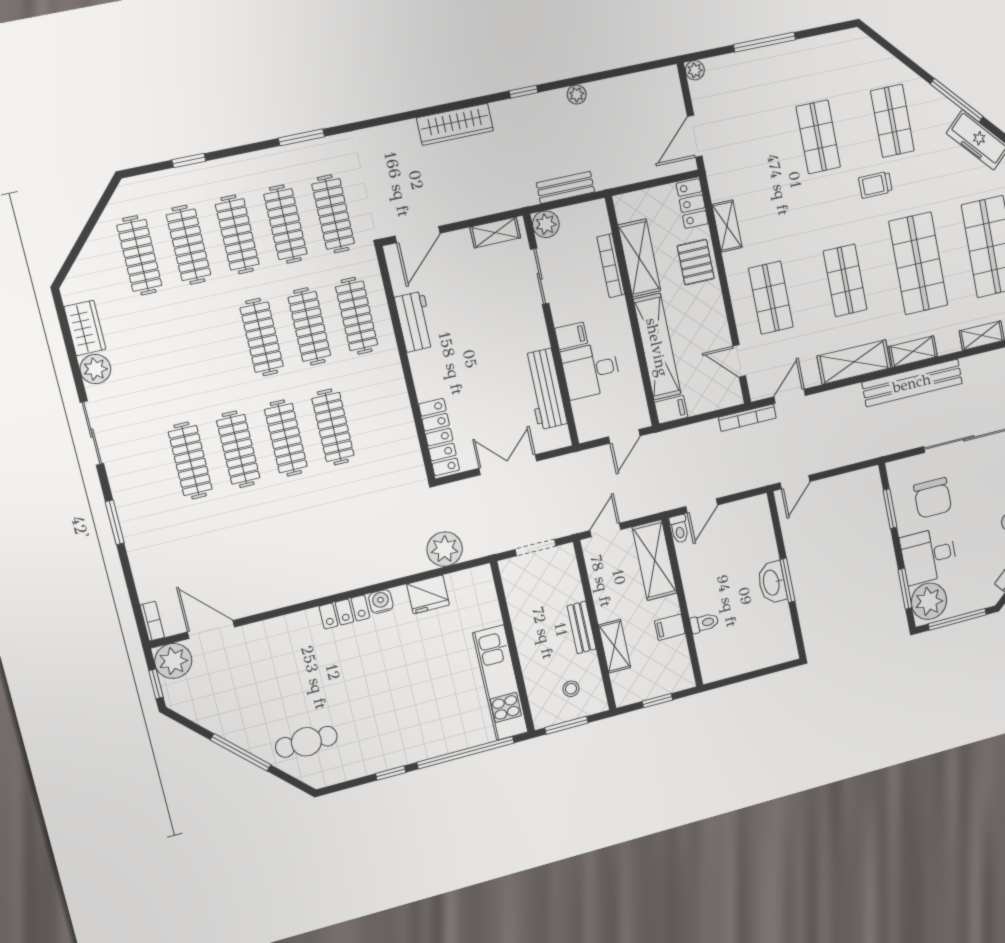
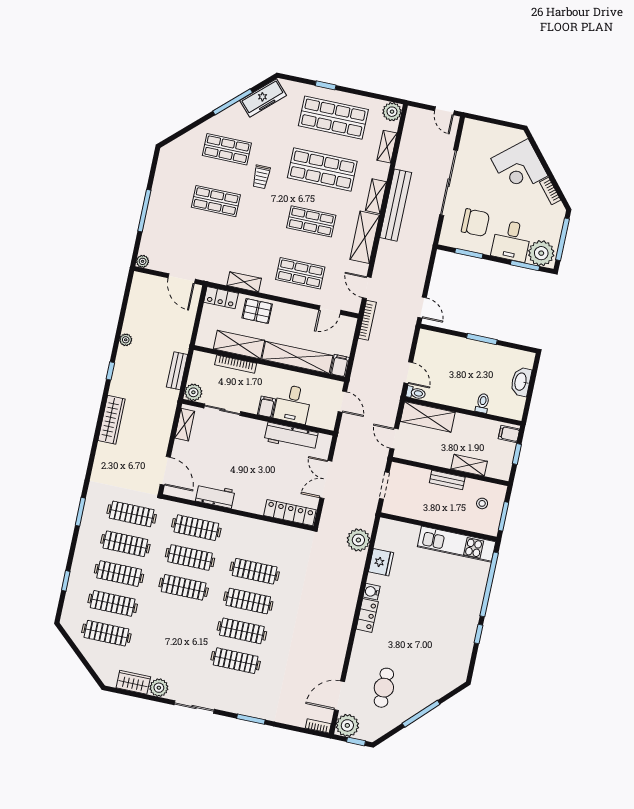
washbasin: (772, 583) -> (521, 382), moved, turned 90
filing cabinet: (670, 627) -> (509, 434), moved, turned 90
cafe table: (306, 742) -> (384, 688), moved

